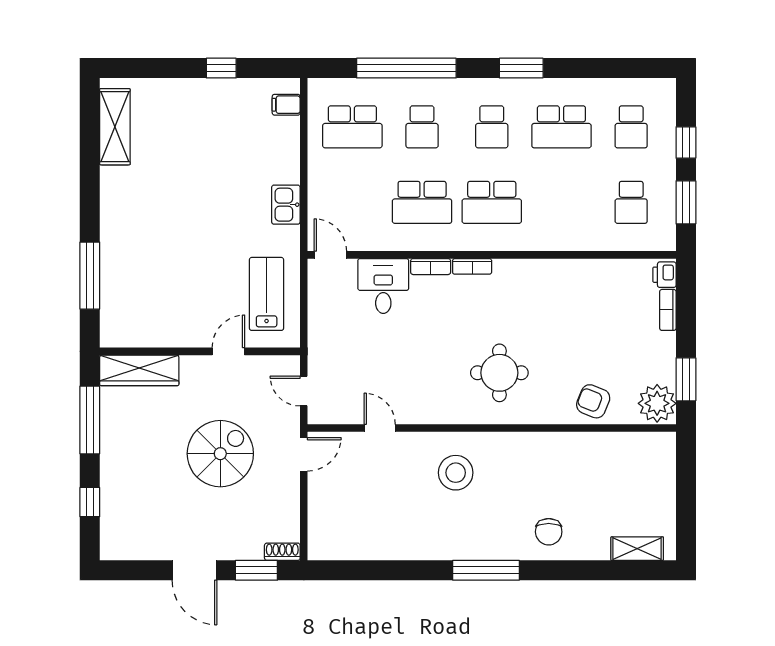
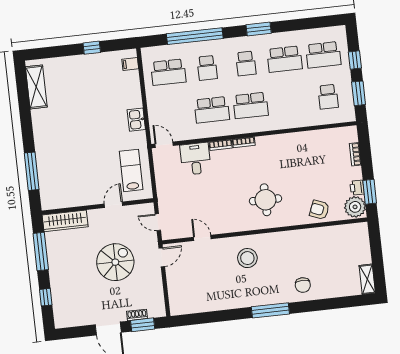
school desk: (631, 127) -> (323, 55), width x1.85
printer: (664, 275) -> (357, 188), moved
shelving: (637, 549) -> (367, 279), moved, turned 90
shoe rack: (282, 552) -> (137, 315), moved

